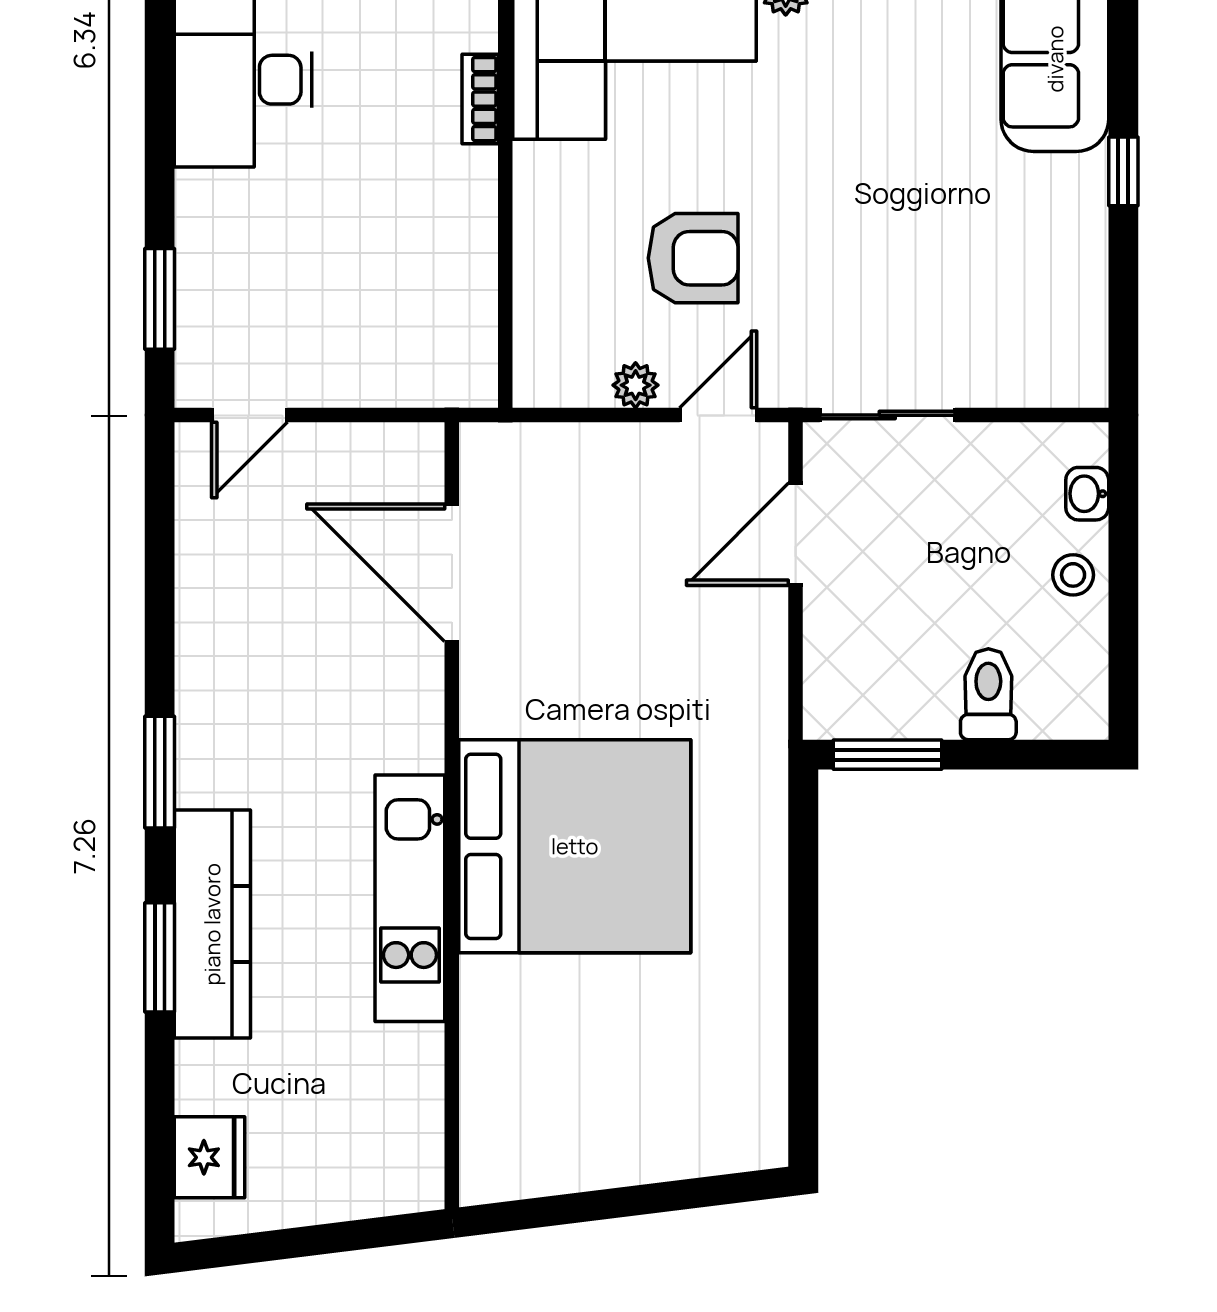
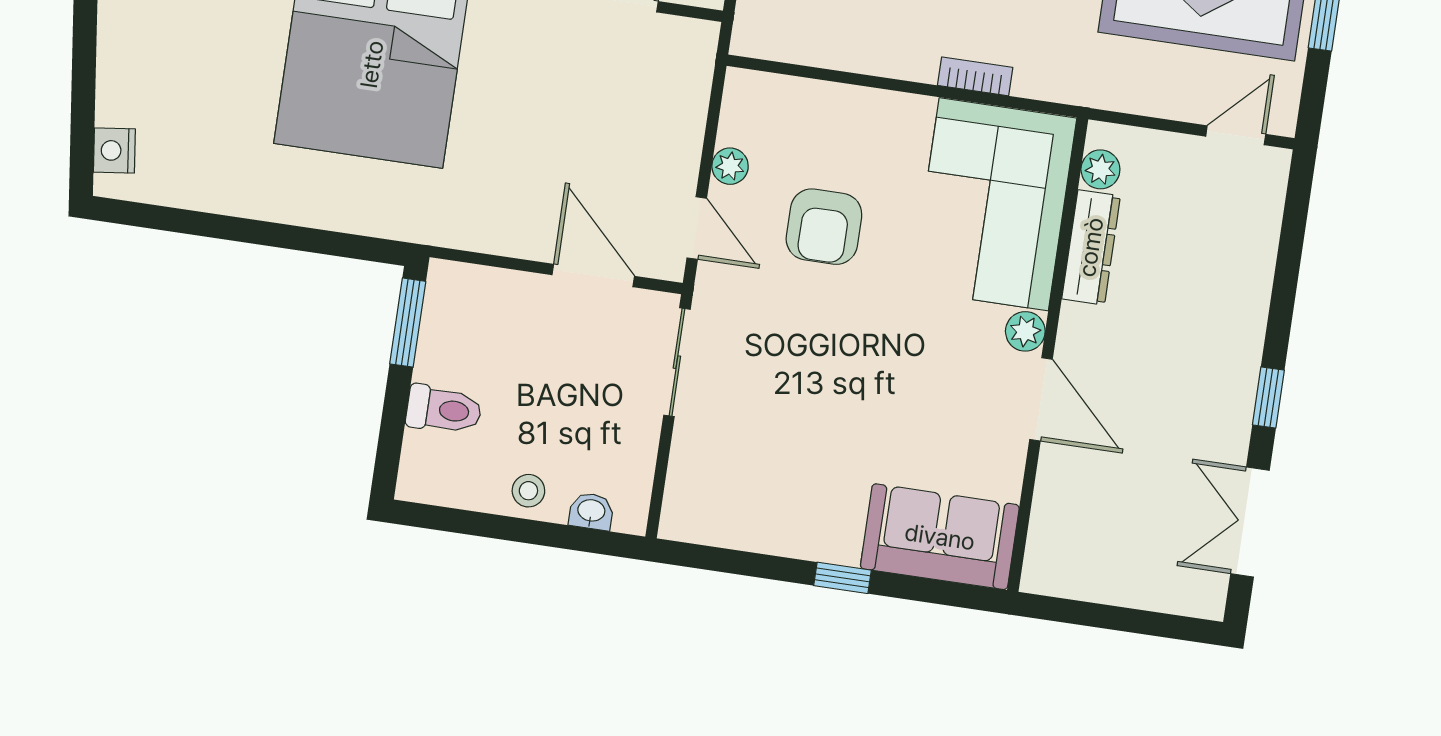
nightstand: (728, 1148) -> (114, 150), added

